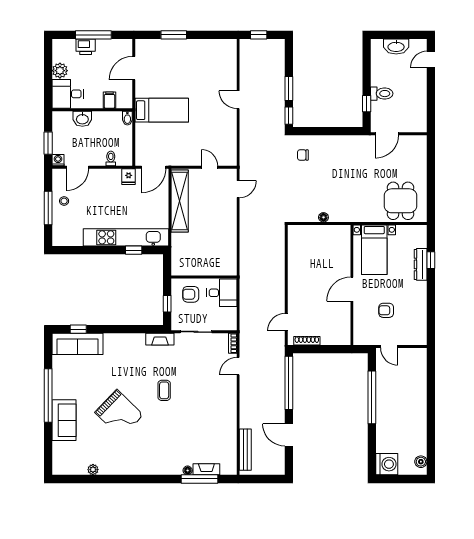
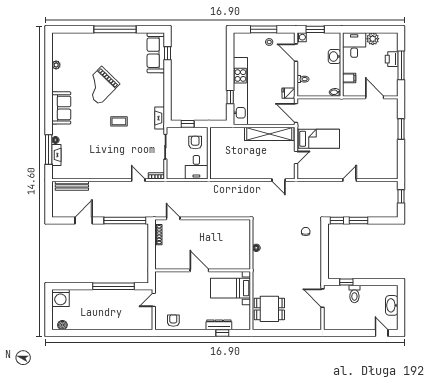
bed: (162, 110) -> (318, 139), moved, turned -90
armchair: (386, 310) -> (173, 321), moved
sofa: (64, 420) -> (61, 108), moved, turned -90

